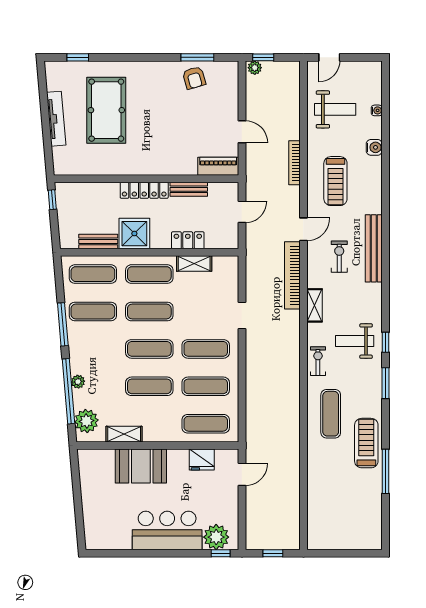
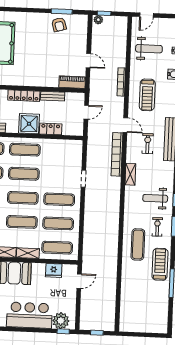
door: (303, 229) -> (125, 125), hinge flipped
shower: (134, 234) -> (29, 124), moved
shelving: (194, 264) -> (28, 253), moved
exercise bike: (318, 361) -> (157, 227), moved

